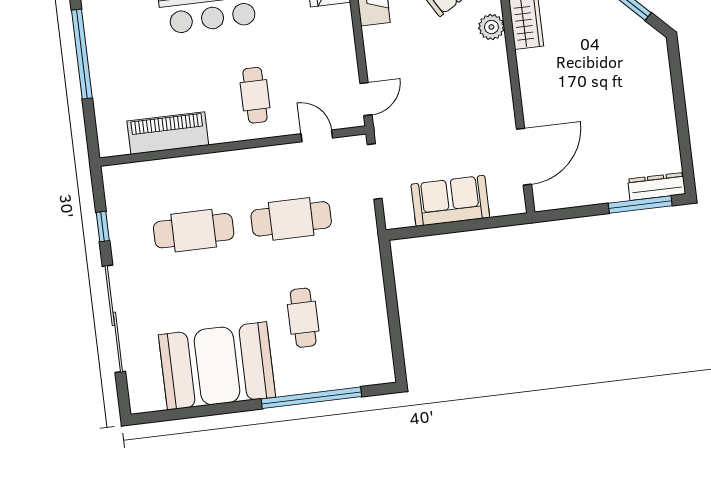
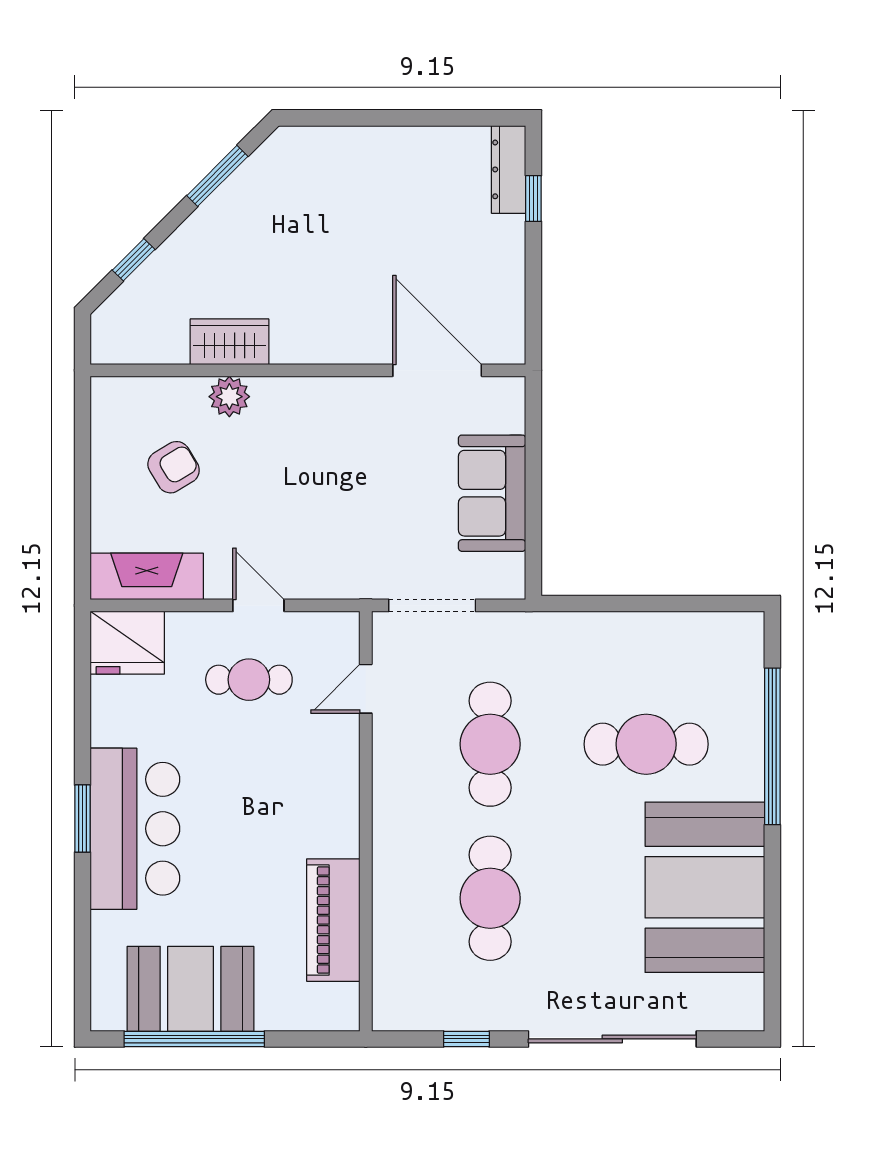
booth: (113, 48) -> (191, 989), added
cafe table: (255, 95) -> (249, 680), moved
door: (366, 99) -> (258, 605), moved
window: (640, 204) -> (533, 198), width x0.46
cafe table: (303, 318) -> (646, 744), width x1.37, depth x1.35

